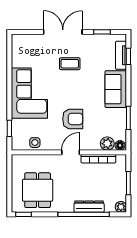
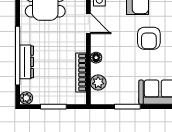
armchair: (73, 119) -> (149, 38), moved
floor lamp: (120, 145) -> (96, 58), moved
door: (71, 152) -> (88, 24), moved

